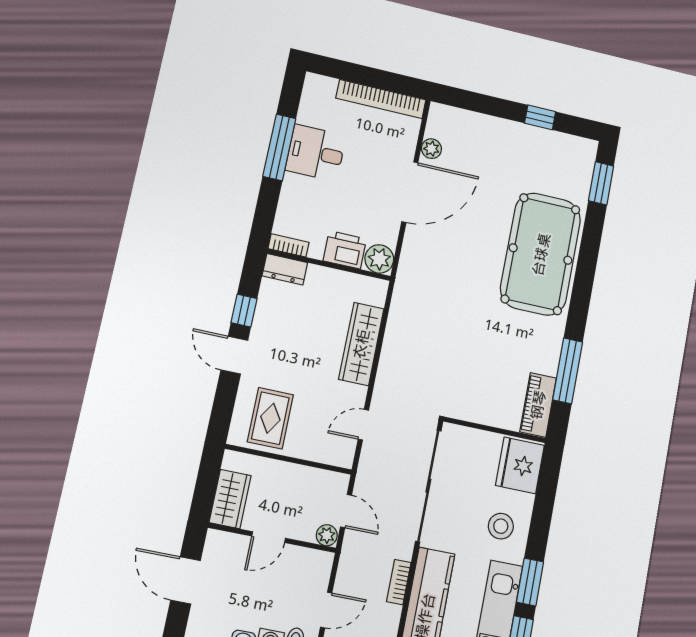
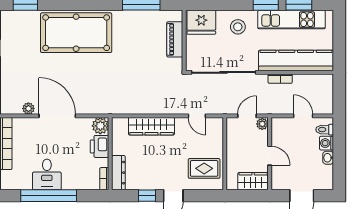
window: (279, 147) -> (49, 196), width x1.46
dresser: (285, 269) -> (118, 173), width x1.44
piano: (538, 405) -> (175, 39), moved, turned 90

